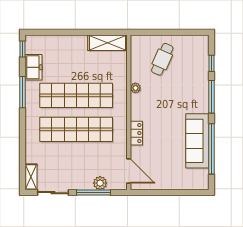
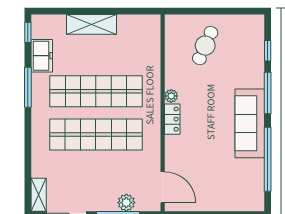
shelving: (107, 43) -> (92, 24), moved
plant: (135, 88) -> (171, 96), moved
locker: (136, 133) -> (172, 119), moved
sofa: (197, 141) -> (250, 123), moved

